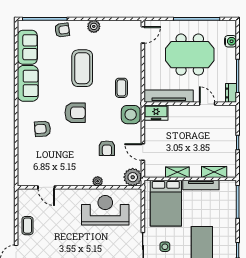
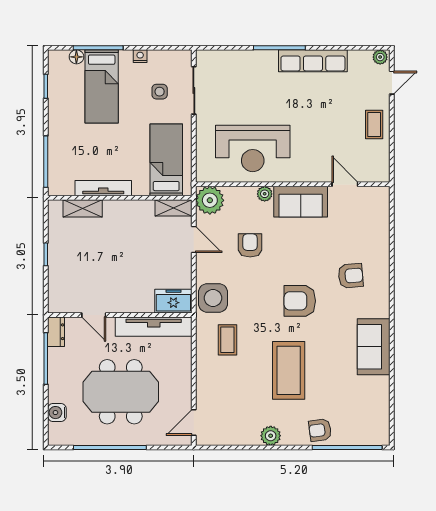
sofa: (27, 47) -> (301, 202), moved, turned -90
shelving: (177, 172) -> (174, 208), moved
bed: (166, 203) -> (166, 160), width x0.67

